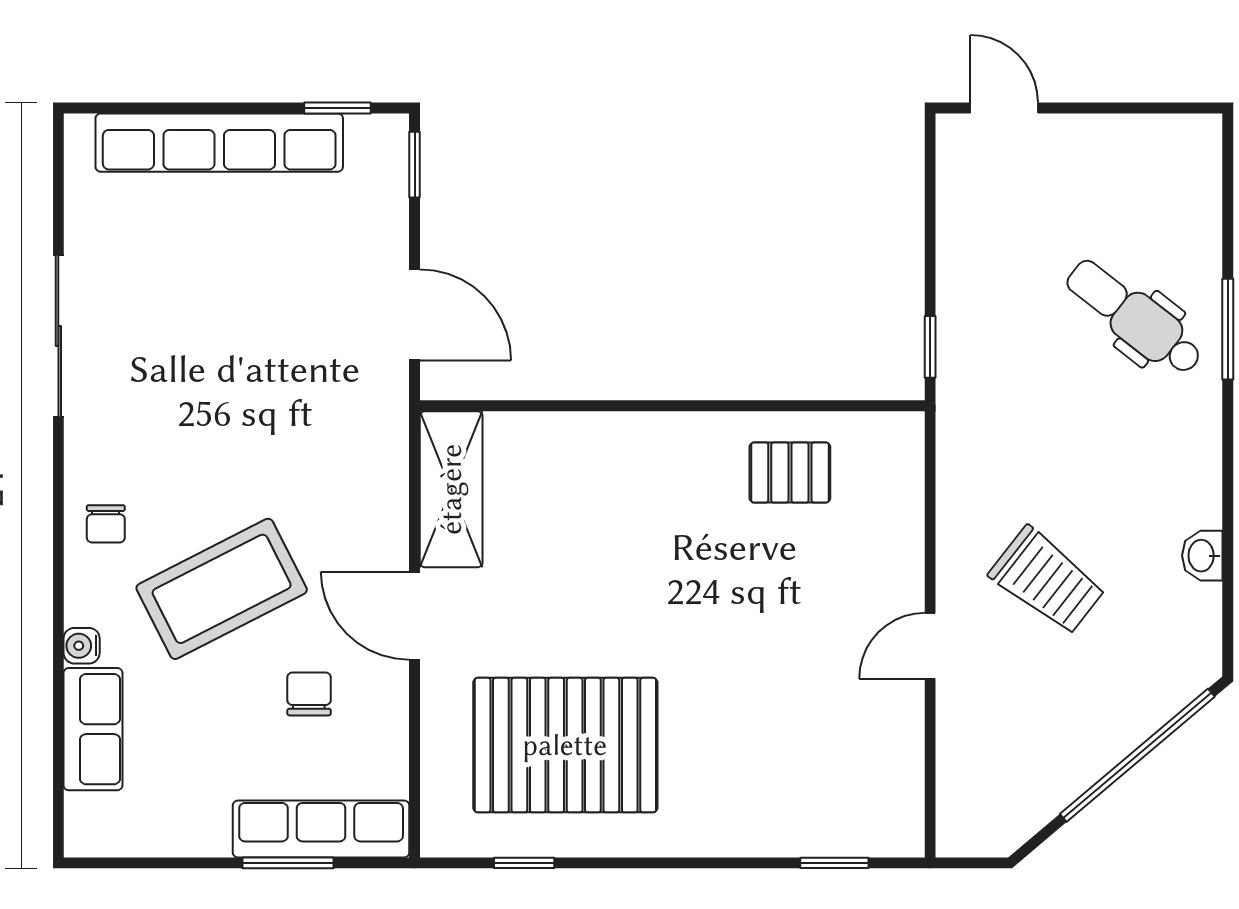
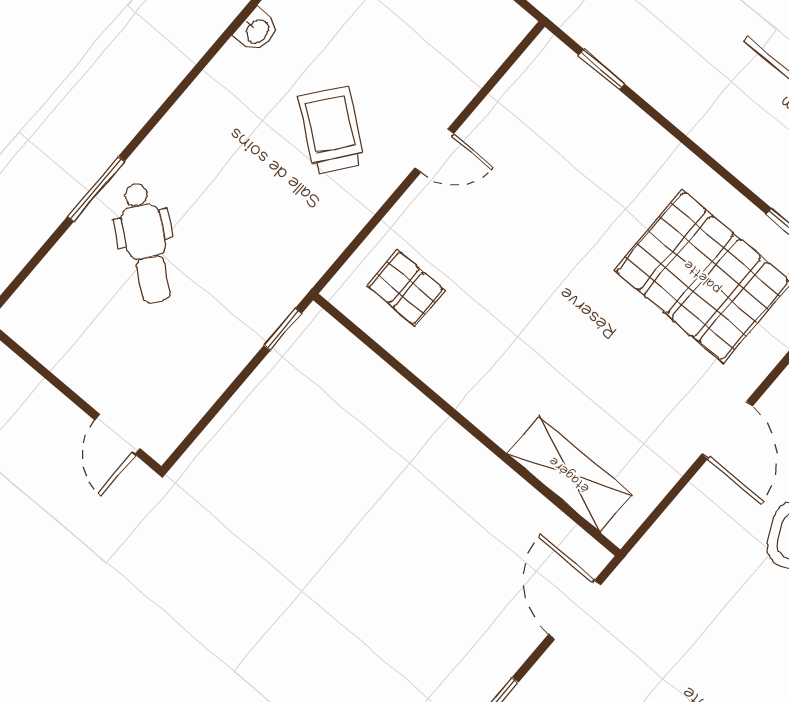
pallet: (790, 473) -> (406, 288), moved
shelving: (451, 489) -> (570, 474), moved, turned 90
washbasin: (1202, 556) -> (257, 30), moved

